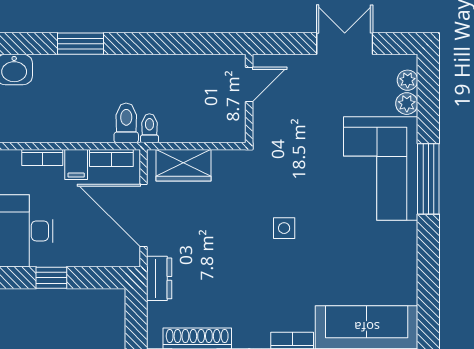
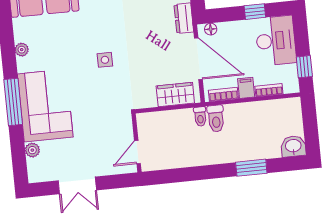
plant: (408, 80) -> (22, 50), moved
floor lamp: (120, 258) -> (211, 29), added

